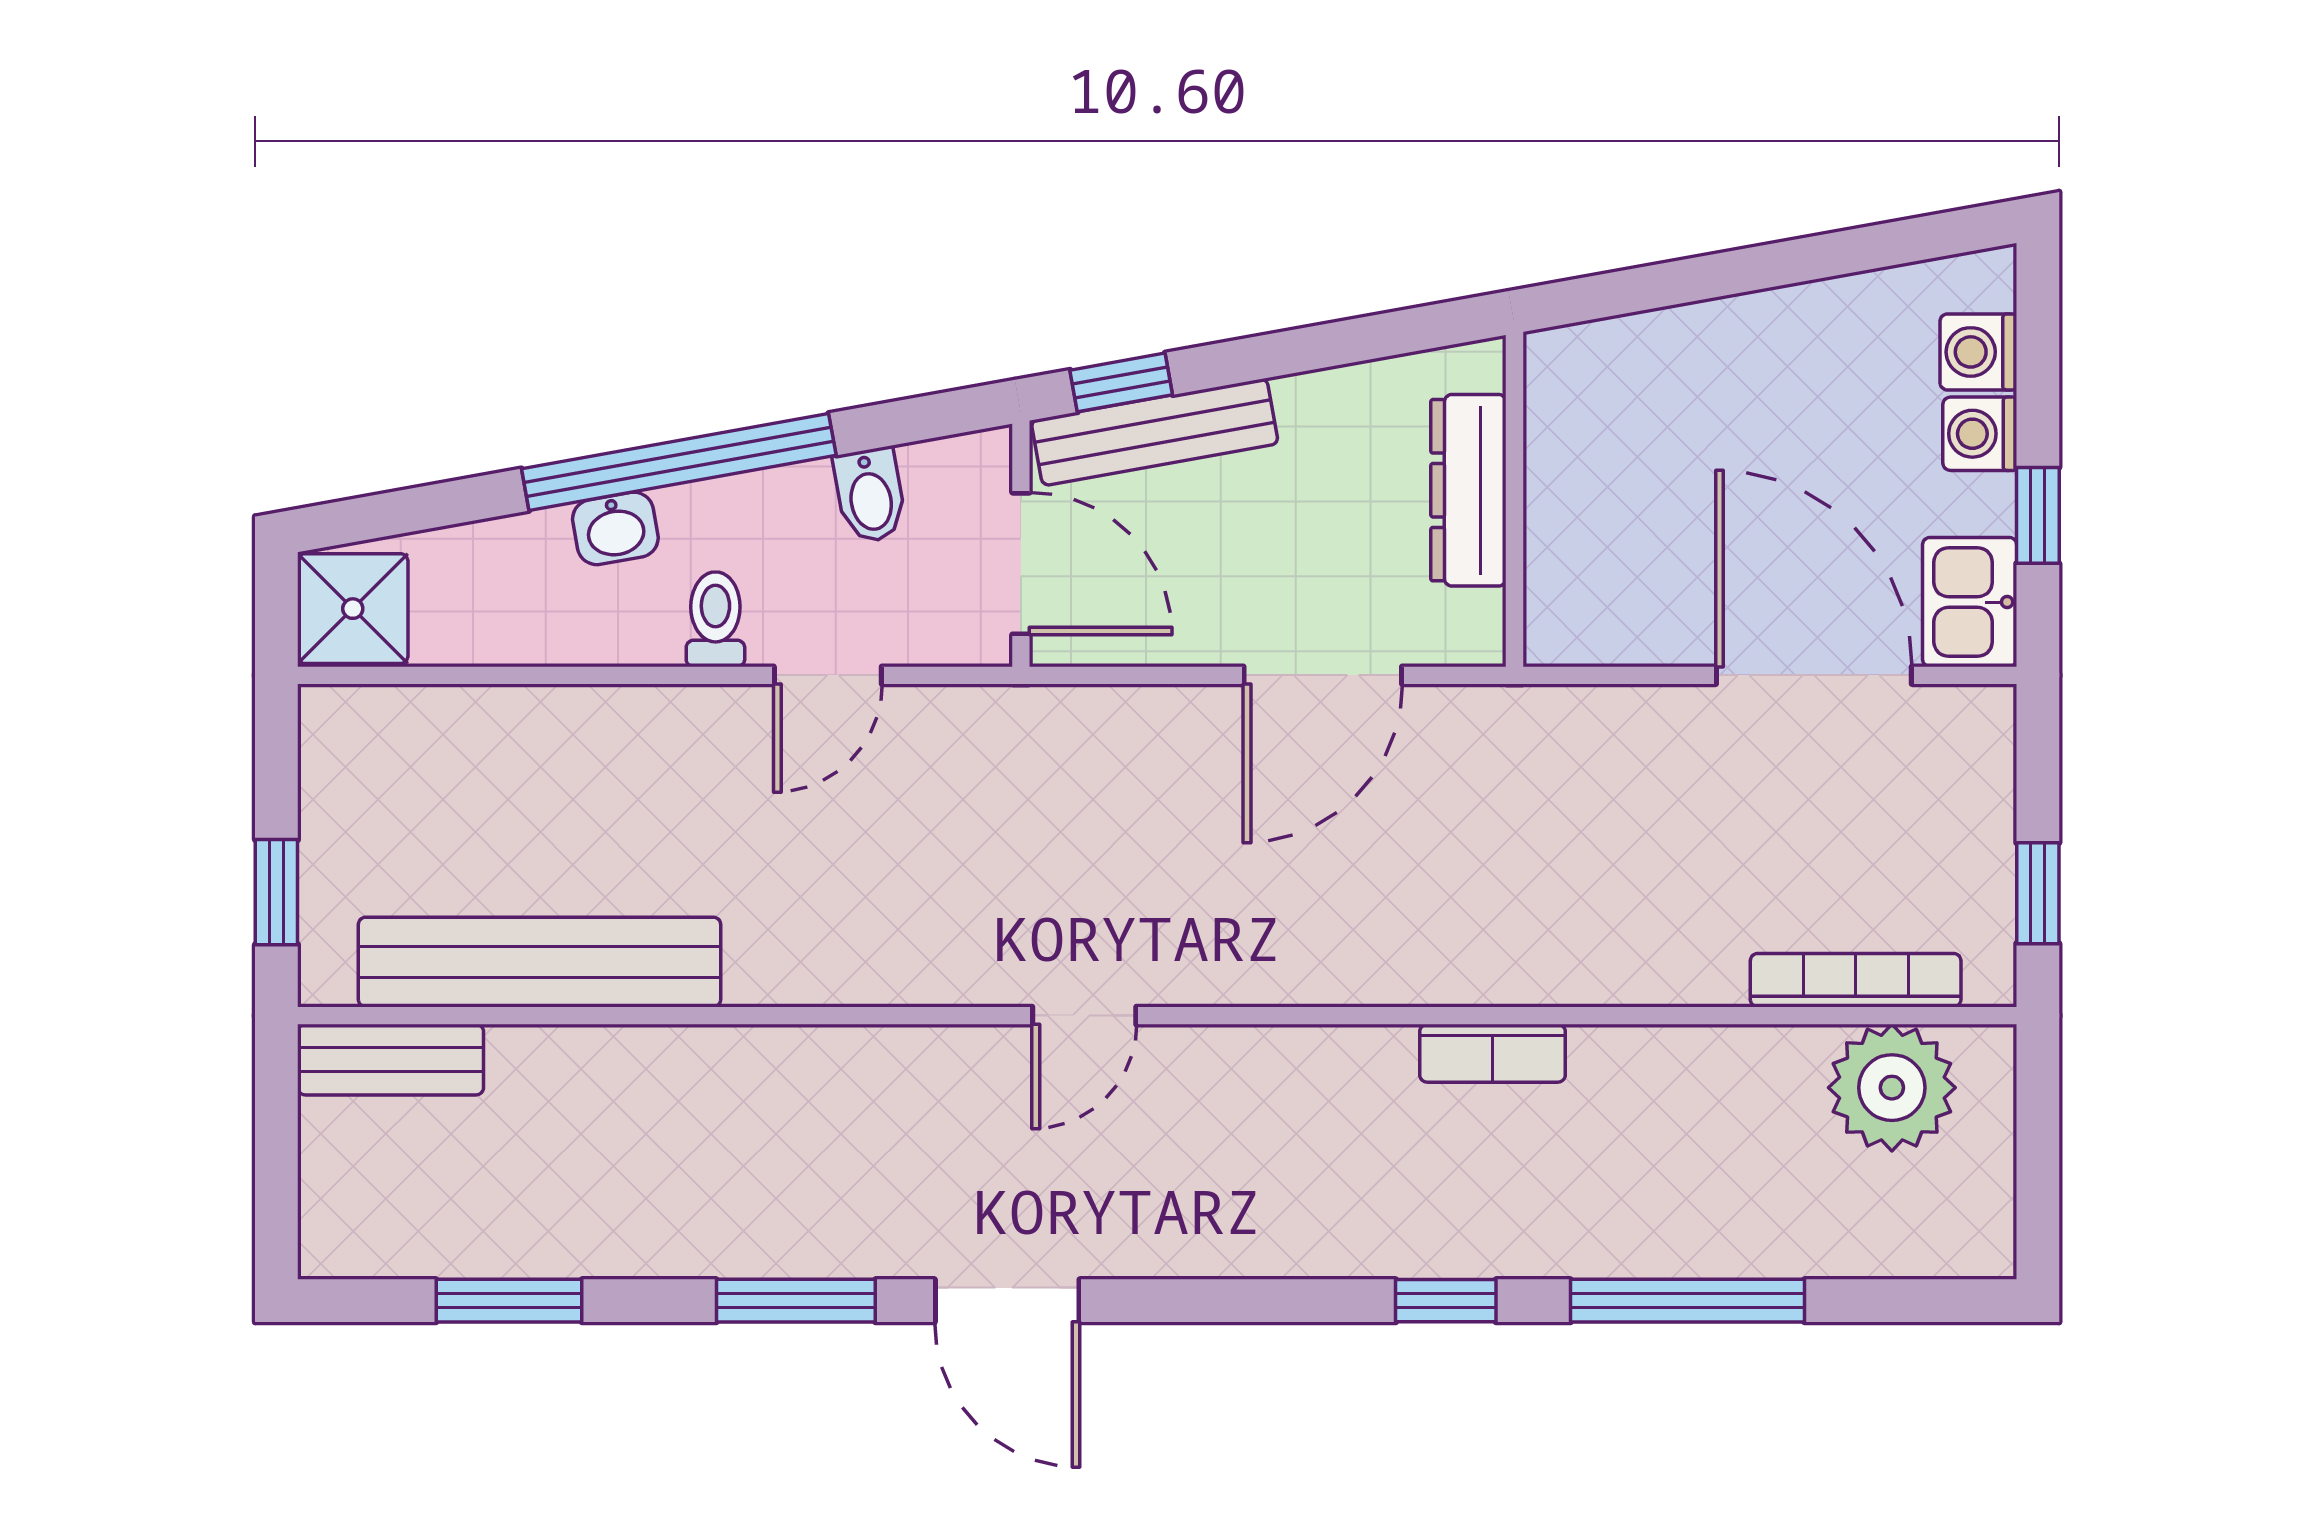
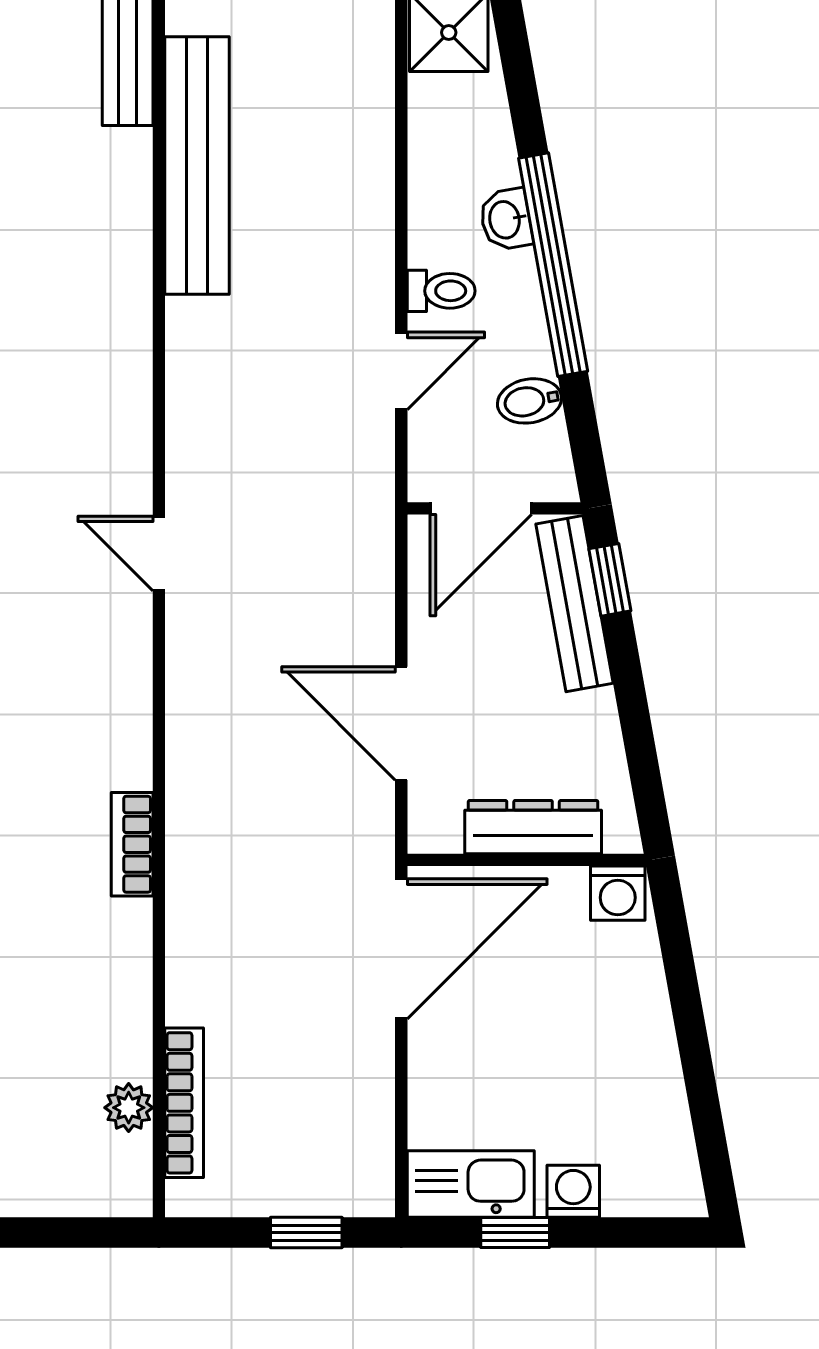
washing machine: (1978, 352) -> (618, 893), moved, turned 180
kitchen sink: (1970, 602) -> (471, 1184), width x1.38
door: (828, 675) -> (401, 371), swing flipped
door: (1814, 675) -> (401, 949), moved
window: (2038, 893) -> (306, 1233), moved
plant: (1892, 1088) -> (129, 1108), width x0.53, depth x0.53

